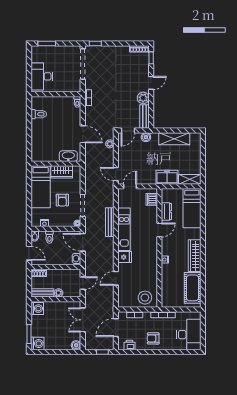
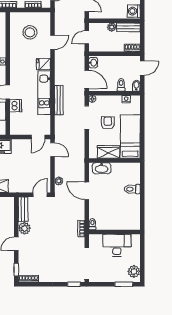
plant: (37, 56) -> (134, 271), added
desk: (42, 76) -> (117, 245), moved, turned -90
toilet: (39, 114) -> (132, 189), moved
boiler: (146, 137) -> (22, 188), removed
dishwasher: (152, 199) -> (16, 106), moved
door: (29, 253) -> (142, 68), swing flipped
stool: (145, 298) -> (30, 32), moved

